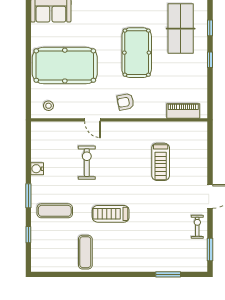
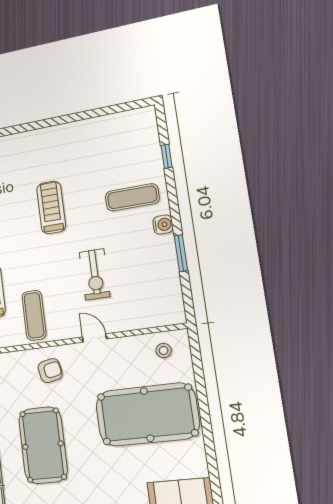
water cooler: (37, 169) -> (163, 225), moved
window: (28, 196) -> (181, 253), moved
treadmill: (111, 214) -> (51, 207), turned -90
exercise mat: (85, 252) -> (34, 315), moved

